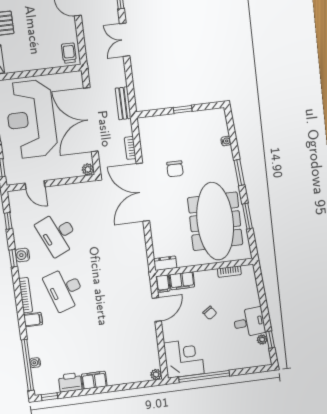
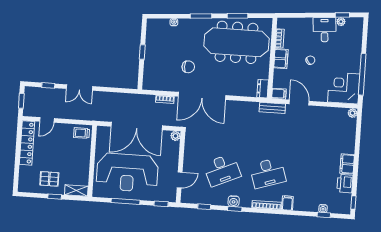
bench: (123, 103) -> (272, 108), moved
filing cabinet: (182, 281) -> (281, 59), moved
window: (28, 365) -> (324, 215), width x0.32

